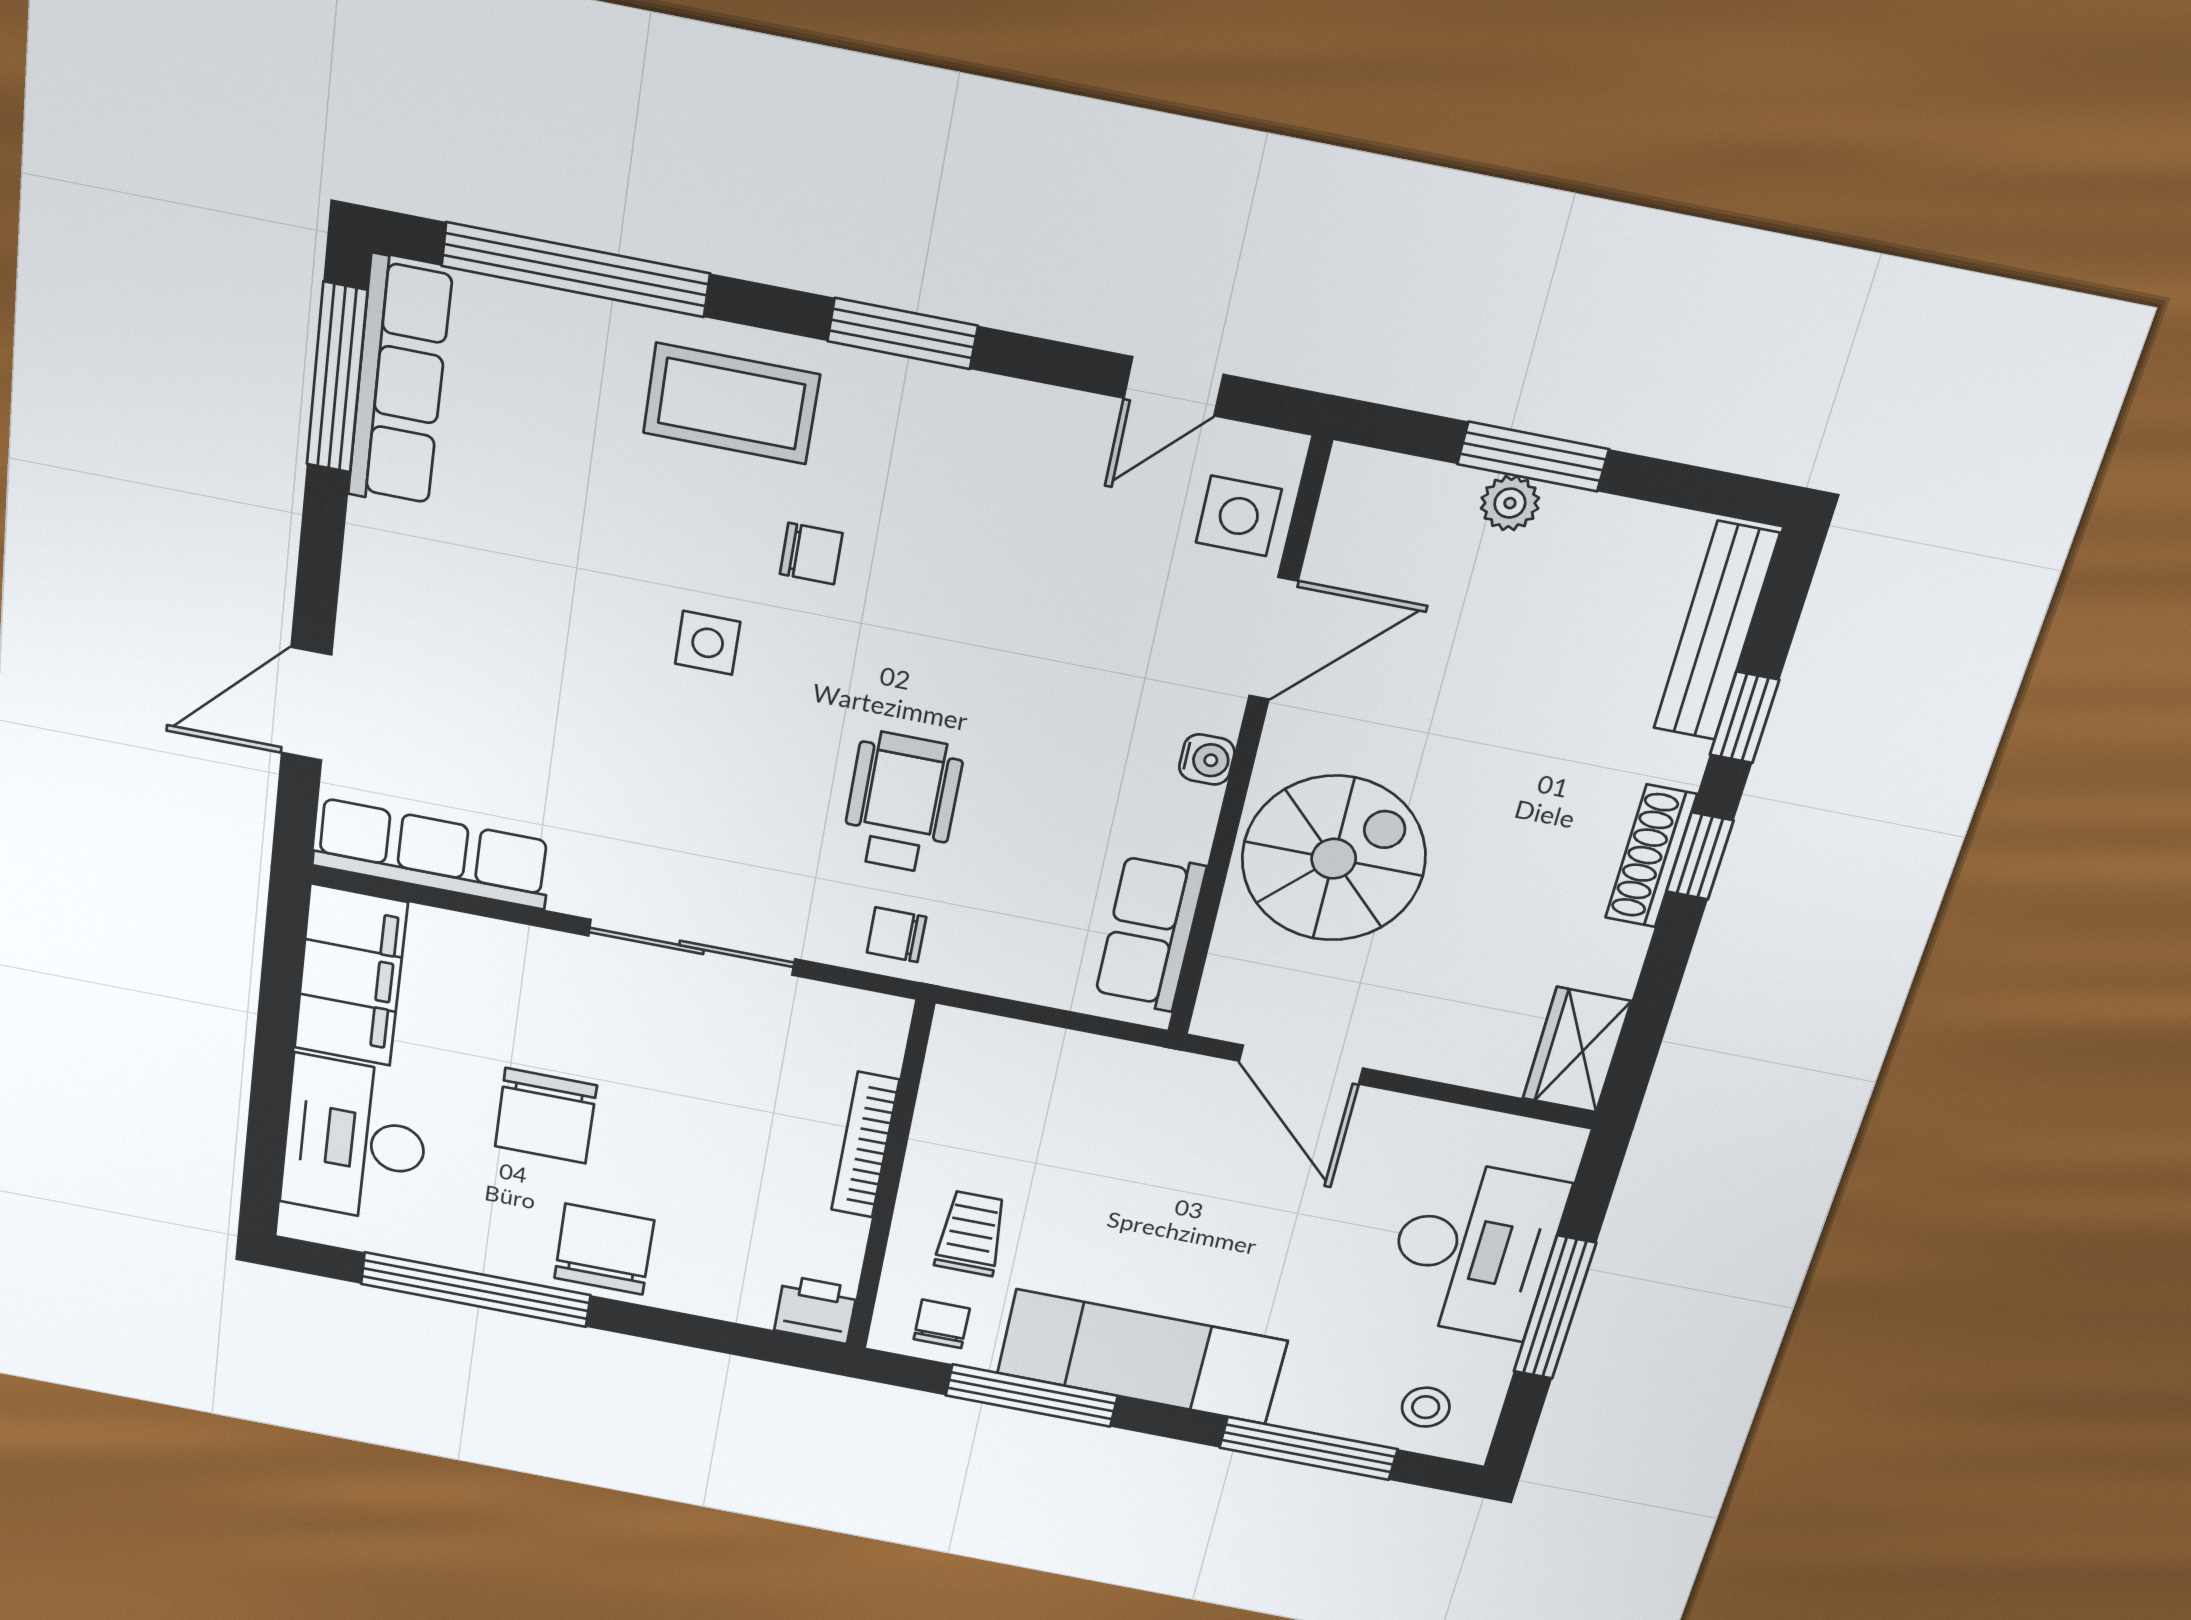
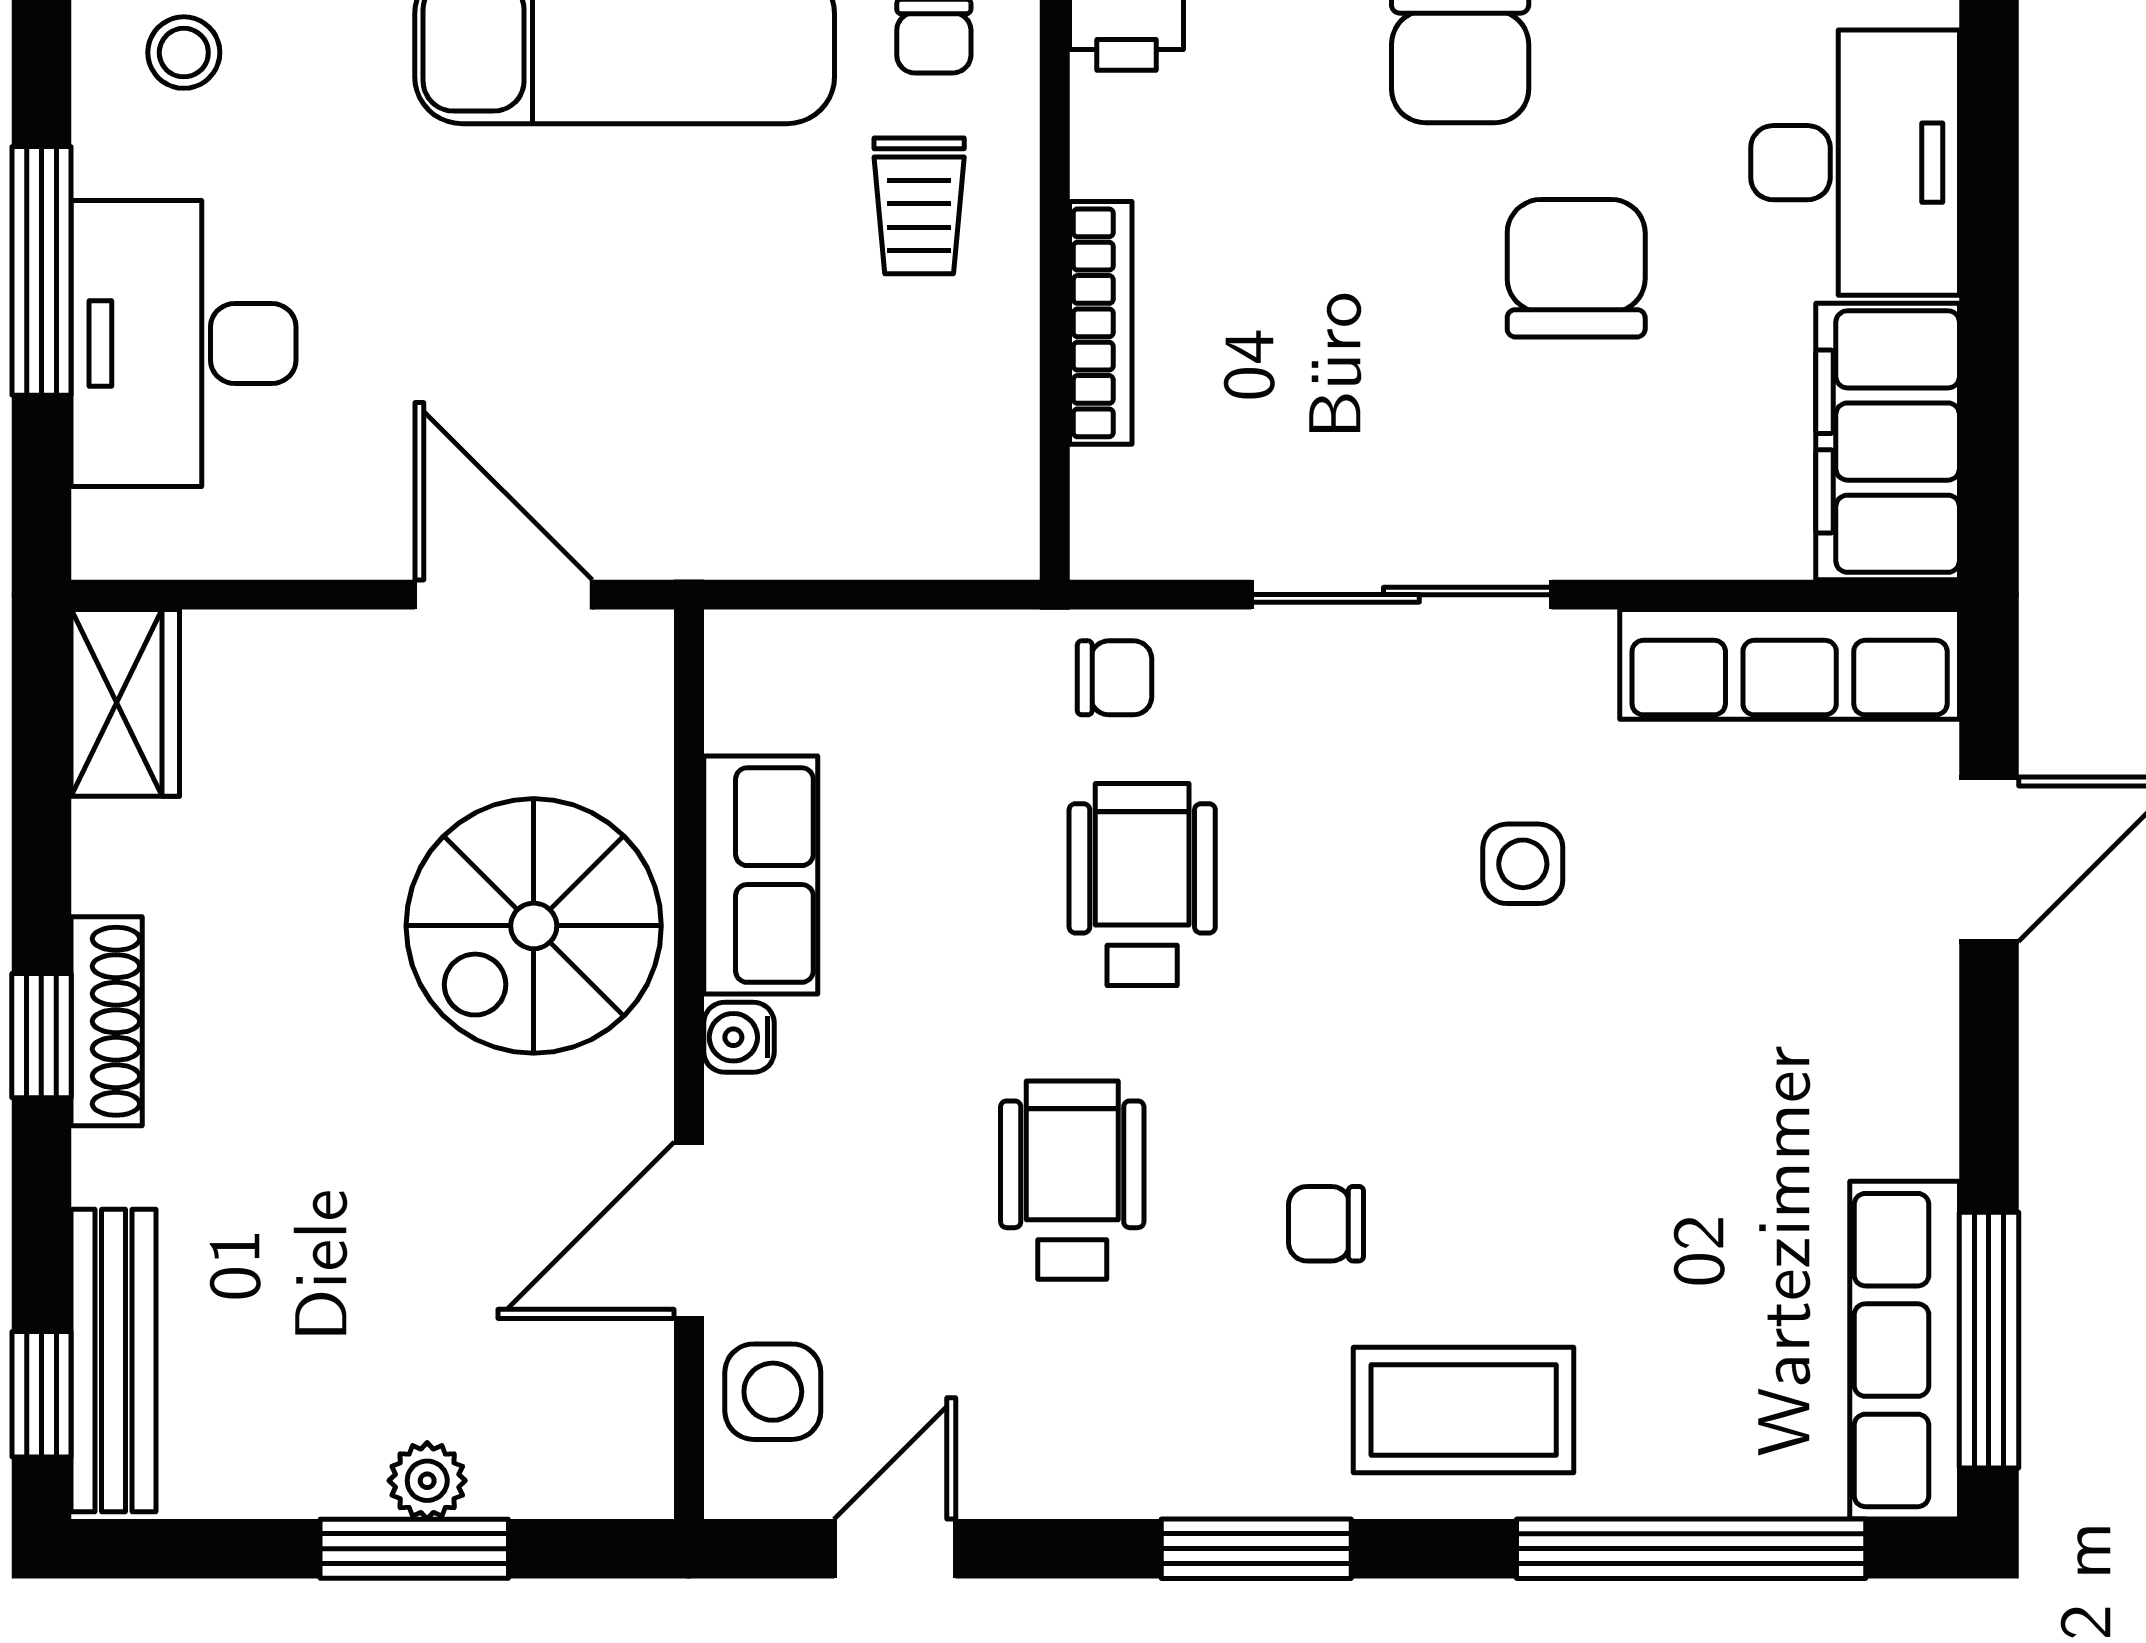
wheelchair: (989, 619) -> (1072, 1180), added
side table: (708, 643) -> (1523, 864), moved
window: (1744, 717) -> (41, 1394), moved
wheelchair: (902, 803) -> (1142, 885), turned 180
row of seats: (1150, 932) -> (761, 875), moved

